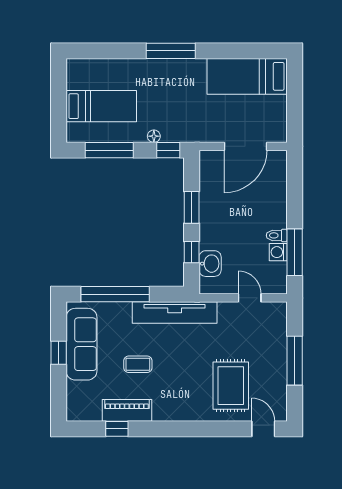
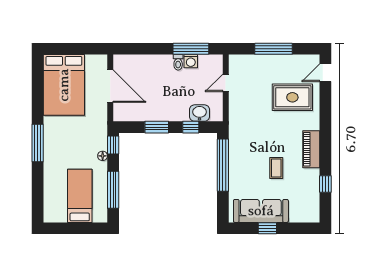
bed: (247, 76) -> (64, 85), width x1.50
window: (115, 294) -> (223, 165), moved
tv unit: (175, 312) -> (237, 140), removed
piano: (127, 410) -> (311, 149), moved

